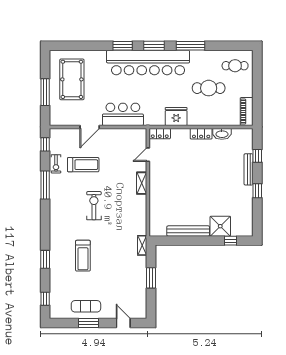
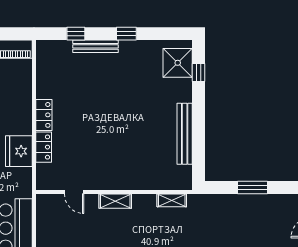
locker: (160, 134) -> (44, 147), moved
washbasin: (222, 134) -> (44, 85), removed
shower: (220, 226) -> (178, 63), moved
shelving: (142, 245) -> (172, 200), moved

